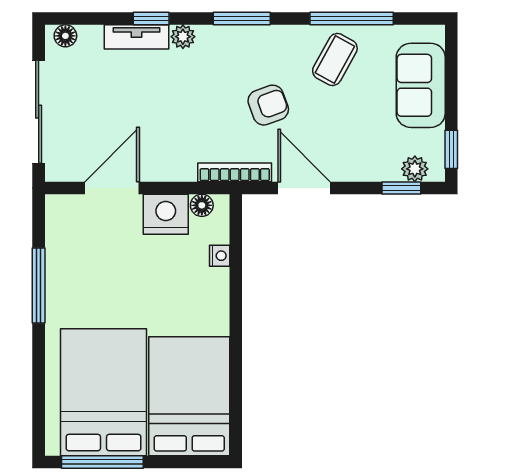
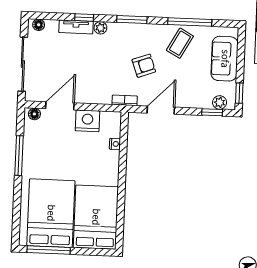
bookcase: (235, 172) -> (125, 100), width x0.64
door: (304, 188) -> (161, 110), hinge flipped
floor lamp: (202, 205) -> (34, 114), moved

